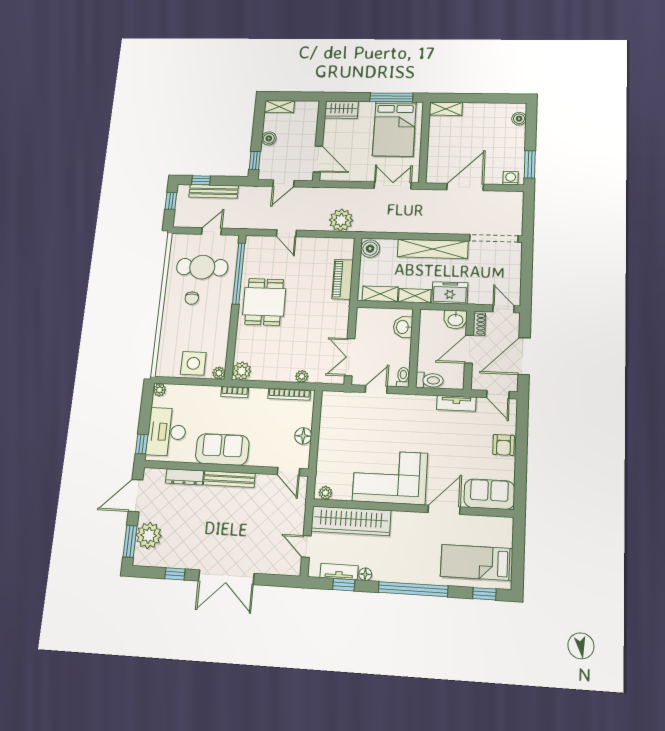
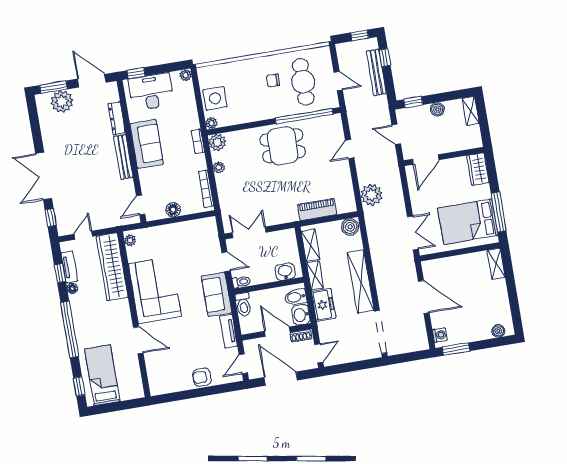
bidet: (434, 321) -> (296, 297), added
plant: (302, 376) -> (219, 167), moved
sofa: (489, 494) -> (216, 294), moved, turned 180
window: (175, 574) -> (51, 218), moved

